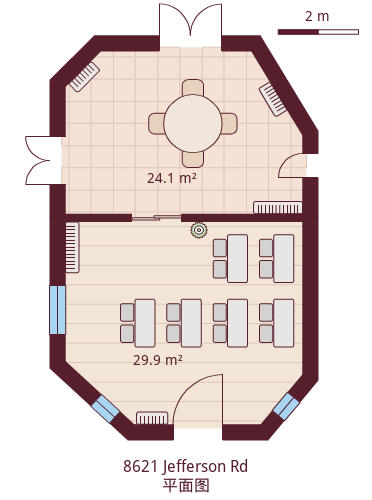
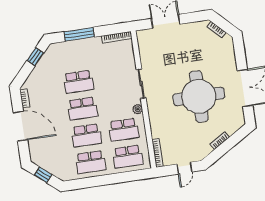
door: (310, 166) -> (185, 168), swing flipped
window: (105, 409) -> (35, 57), moved

